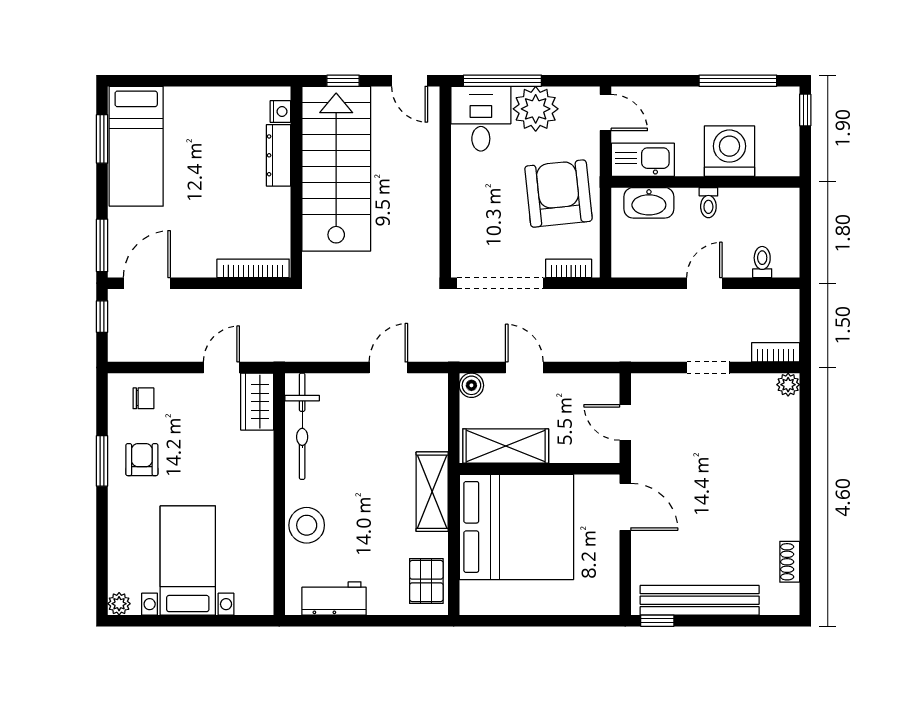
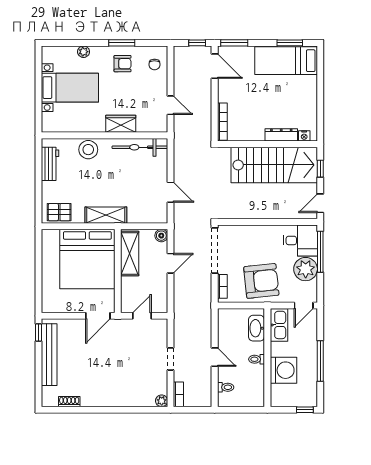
window: (738, 81) -> (320, 361), moved
wardrobe: (257, 402) -> (121, 124), moved
plant: (119, 604) -> (84, 52), moved

